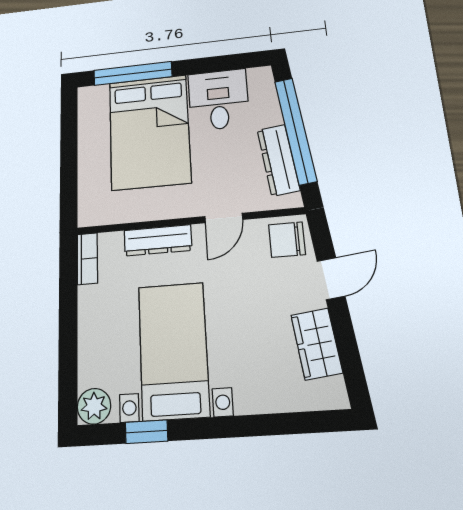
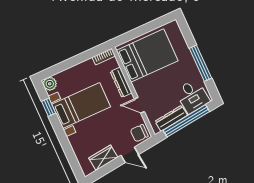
window: (133, 73) -> (200, 63), moved
desk: (218, 100) -> (192, 96), moved, turned 83
bed: (149, 132) -> (147, 56), moved, turned 180
chair: (287, 240) -> (139, 133), turned -90

